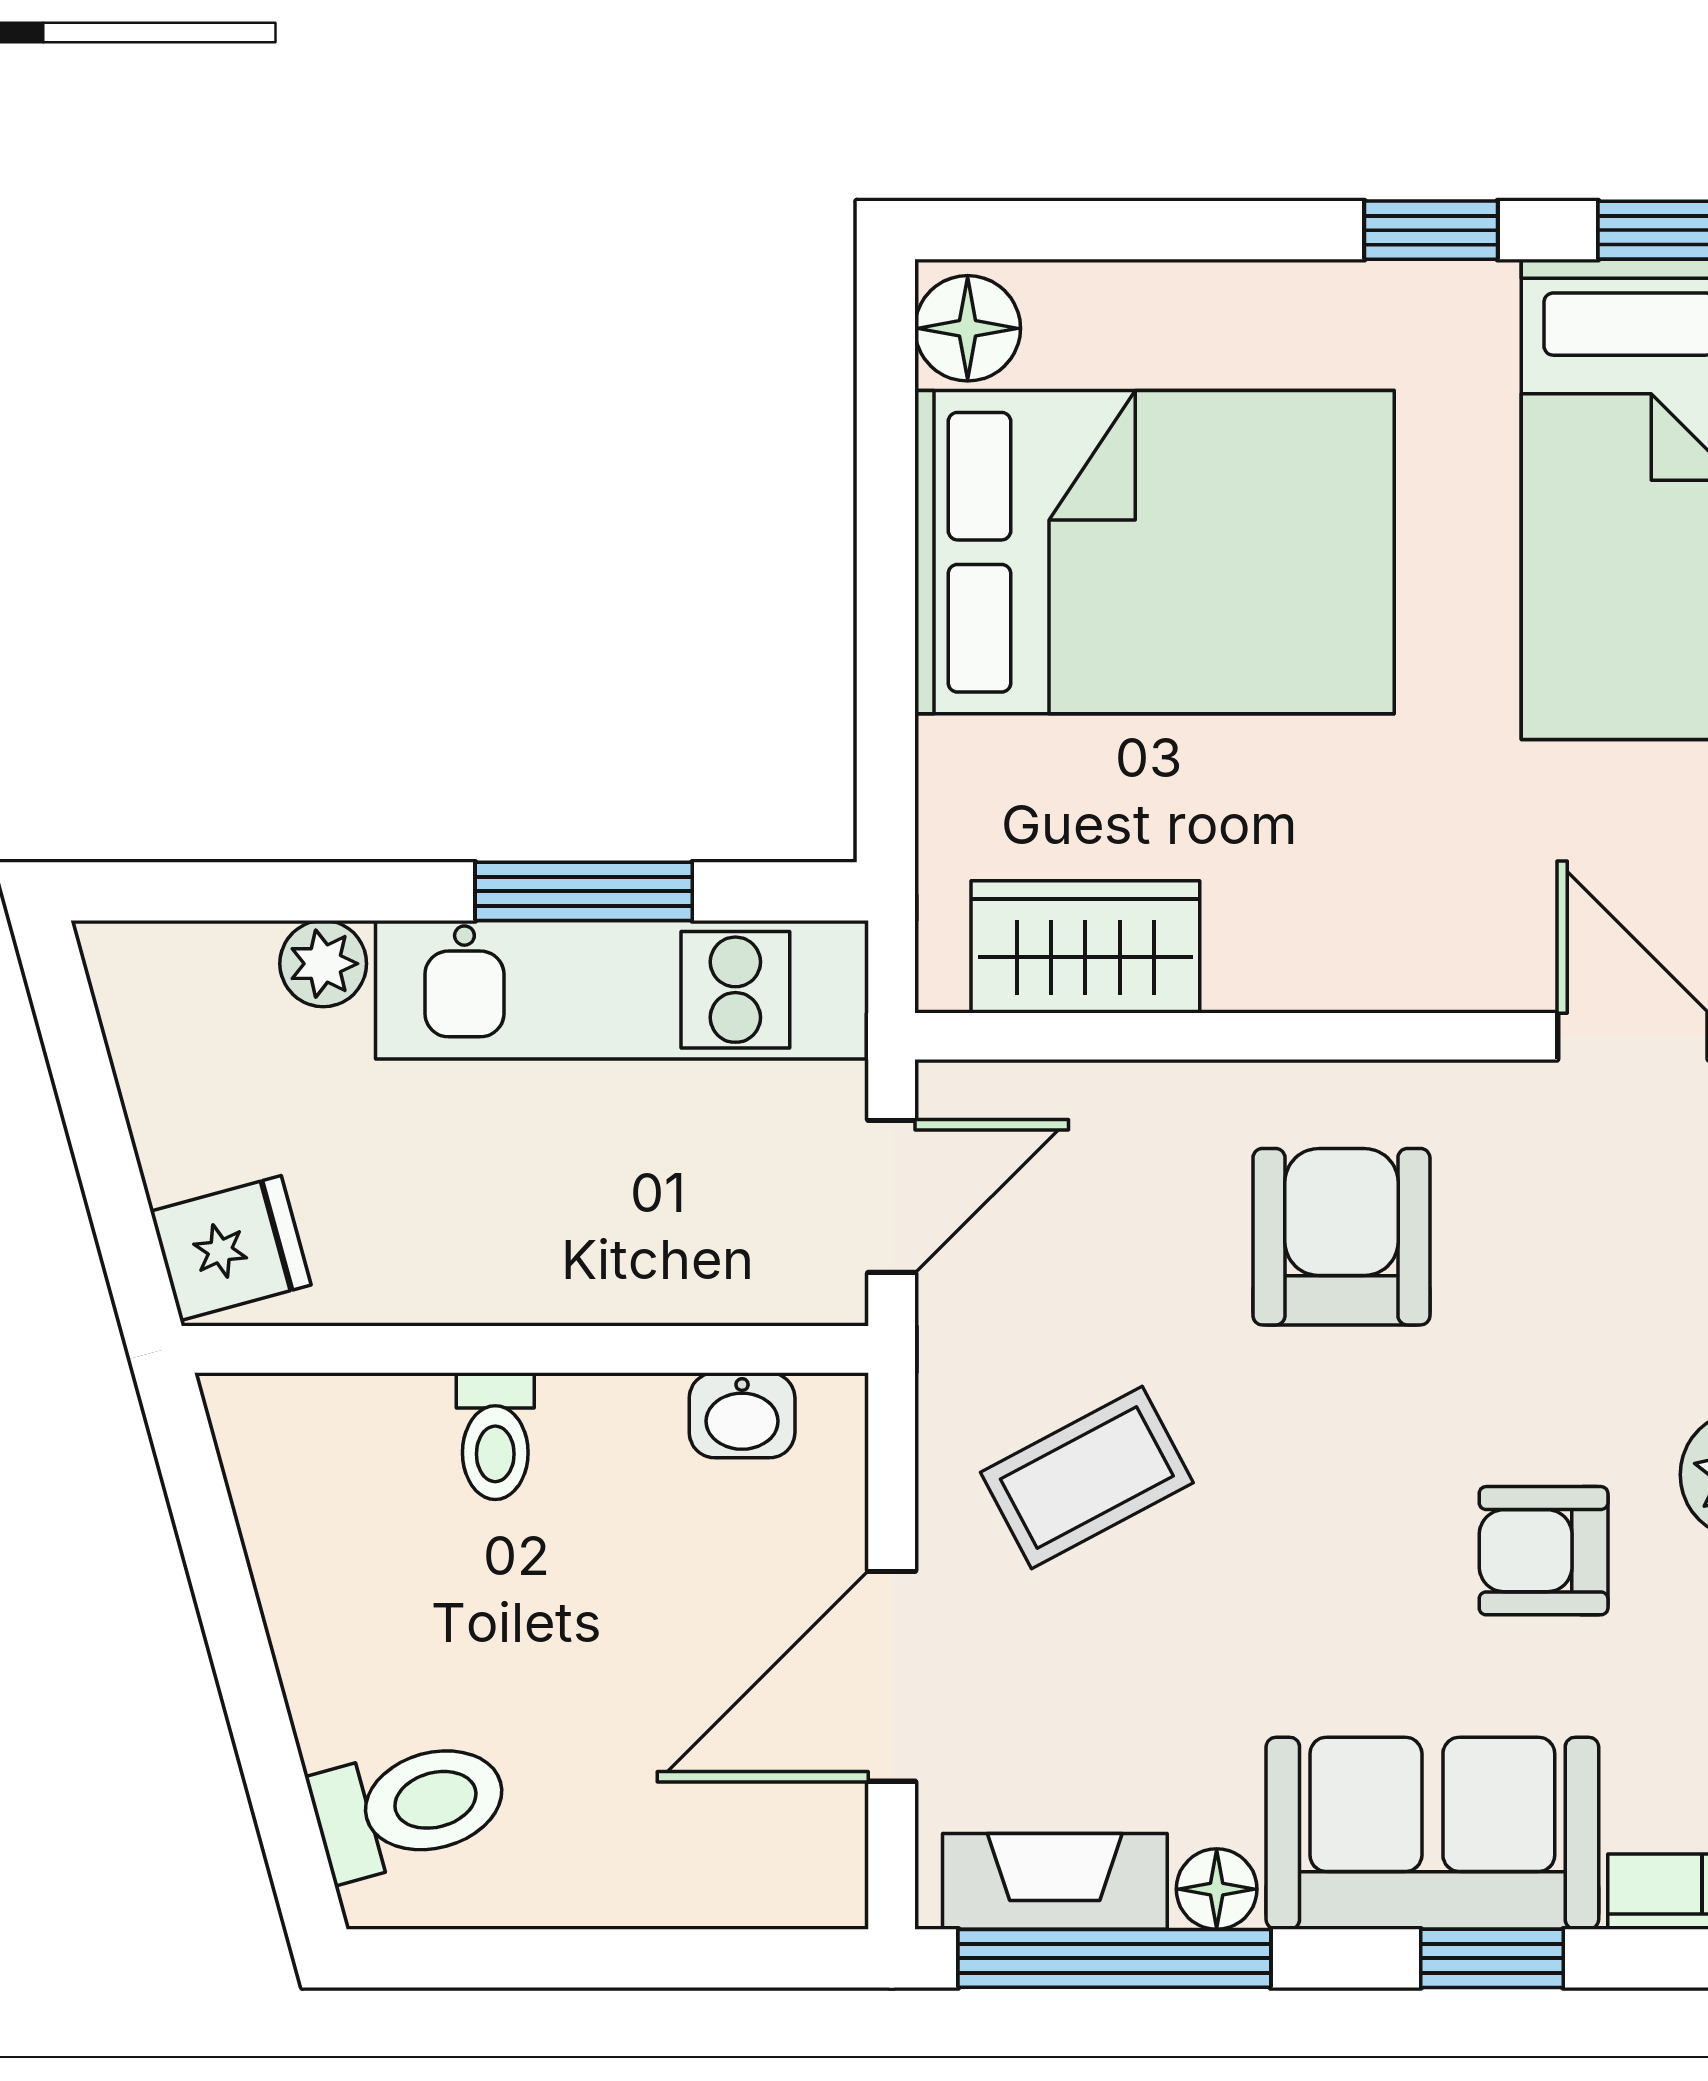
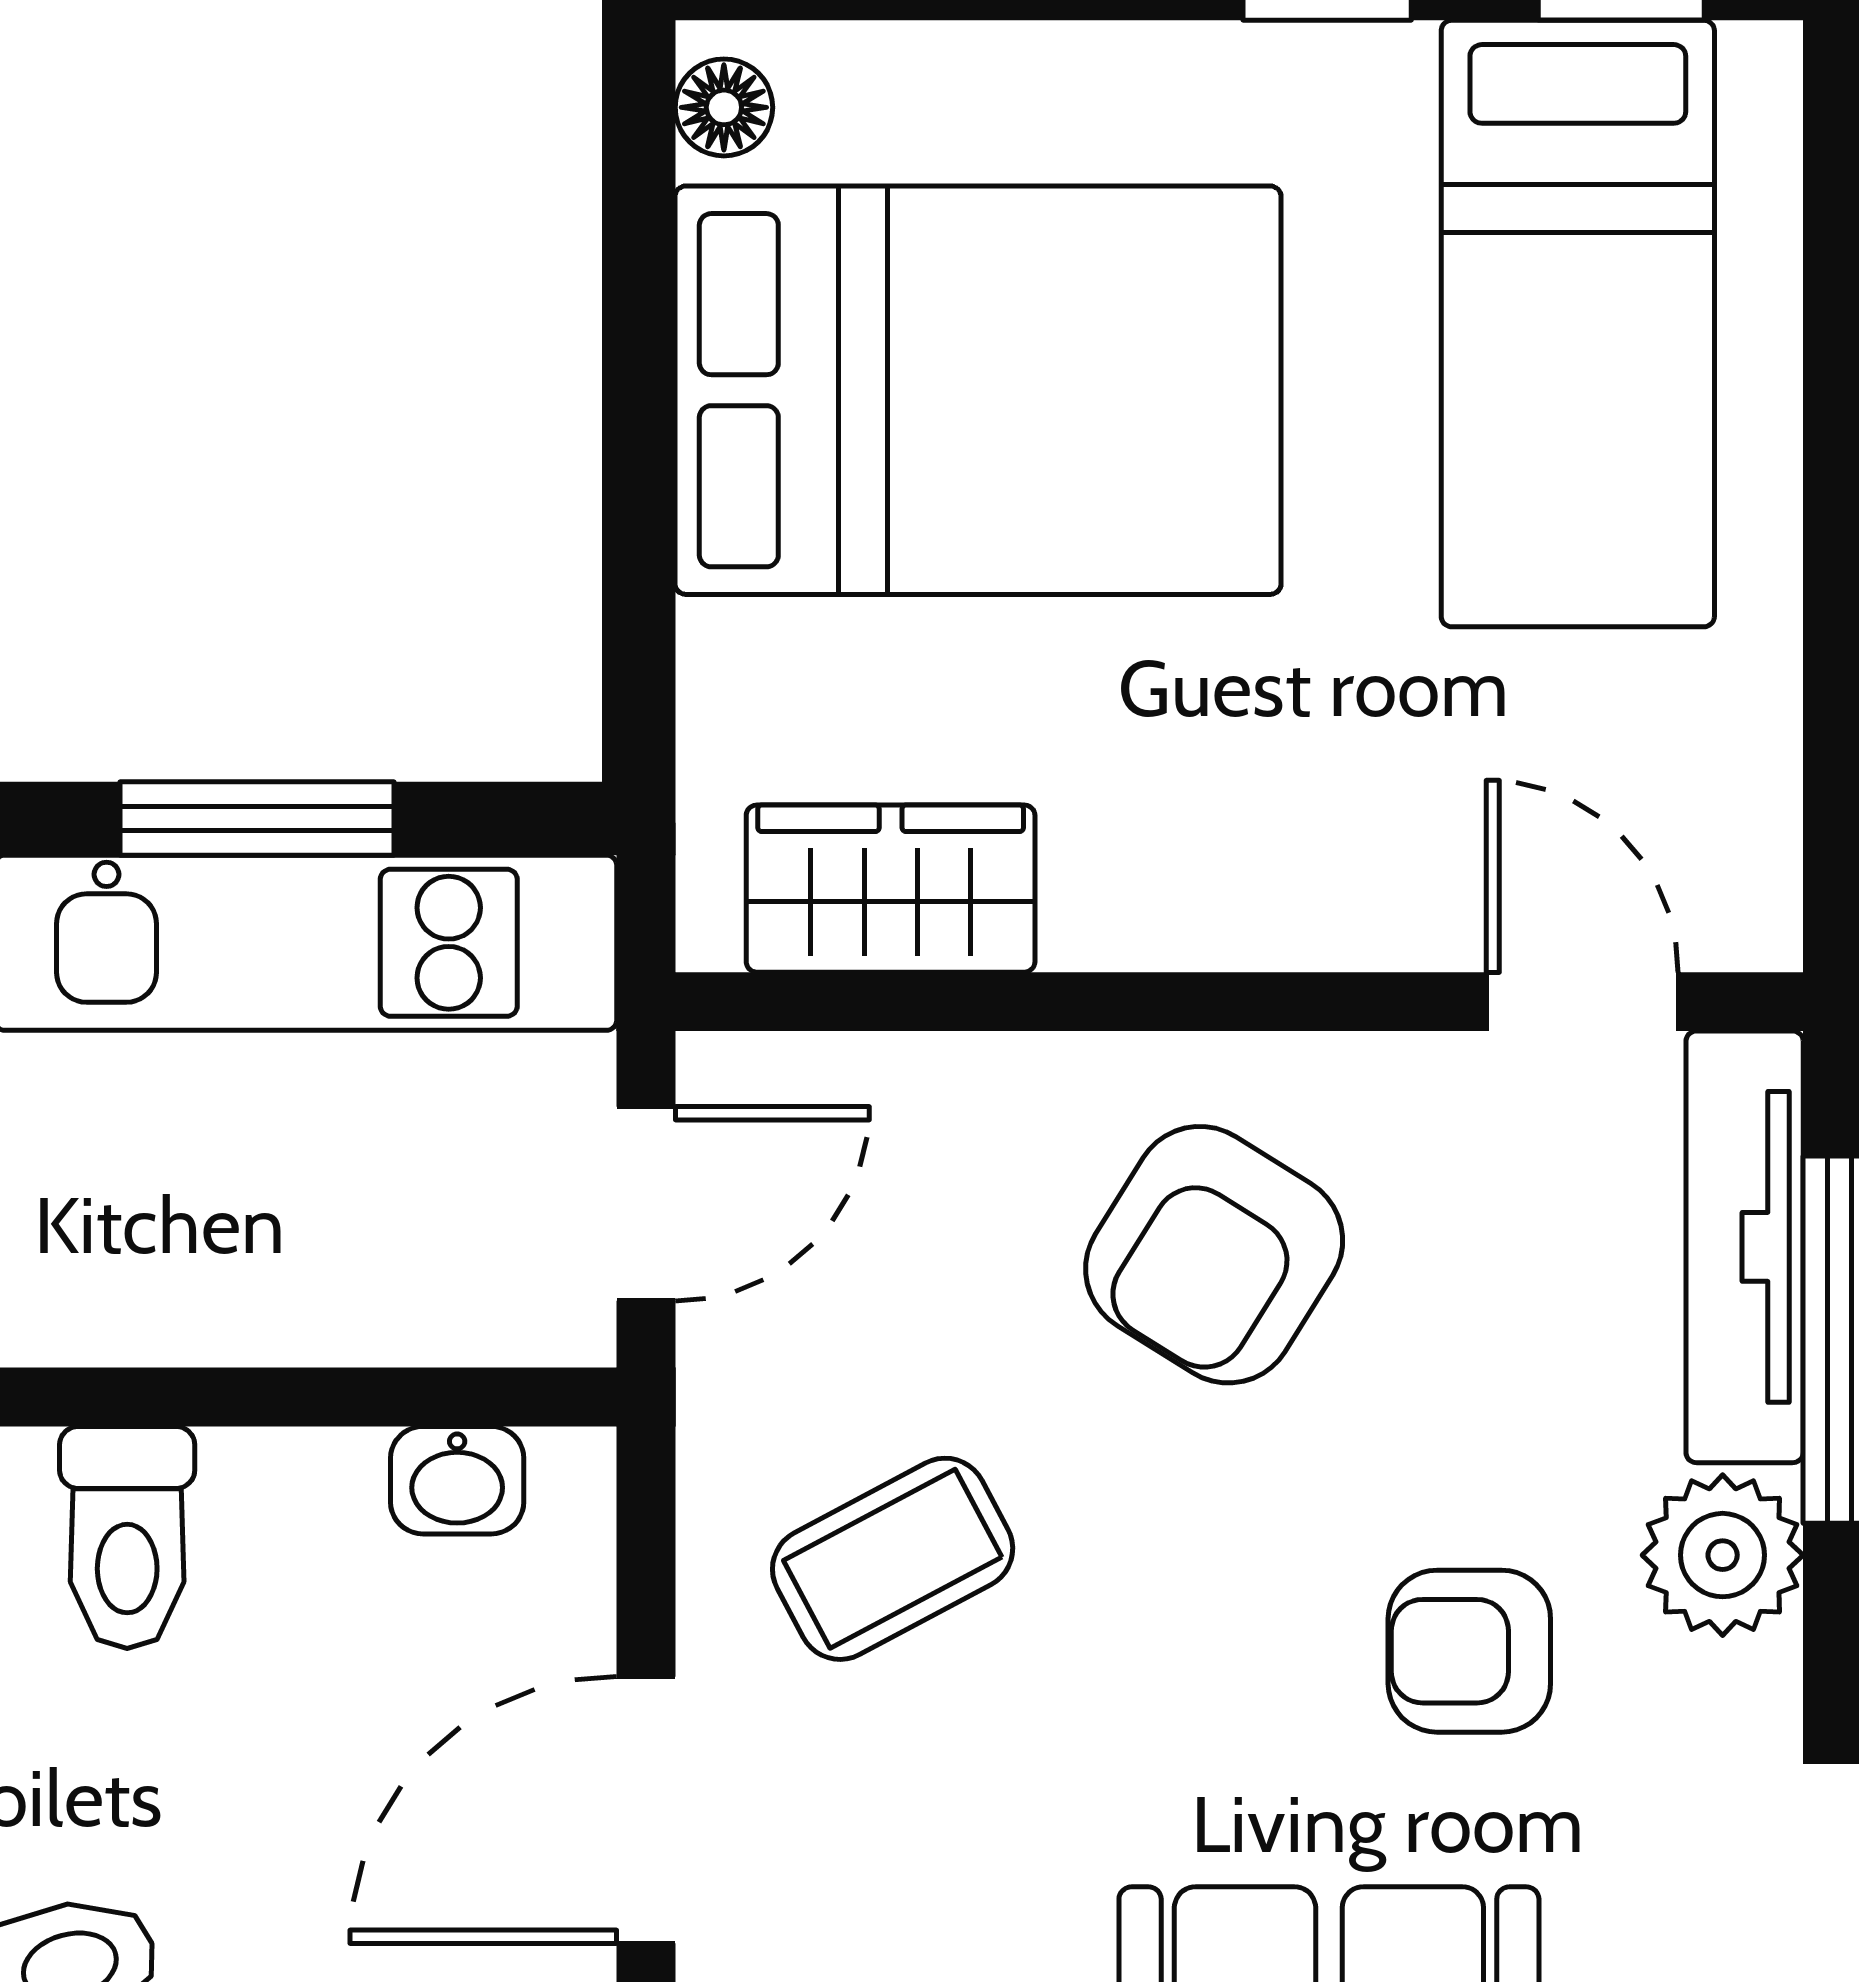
floor lamp: (968, 328) -> (724, 107), width x0.73, depth x0.73
armchair: (1341, 1237) -> (1214, 1255), turned -148
toilet: (495, 1436) -> (127, 1537), width x1.37, depth x1.39

